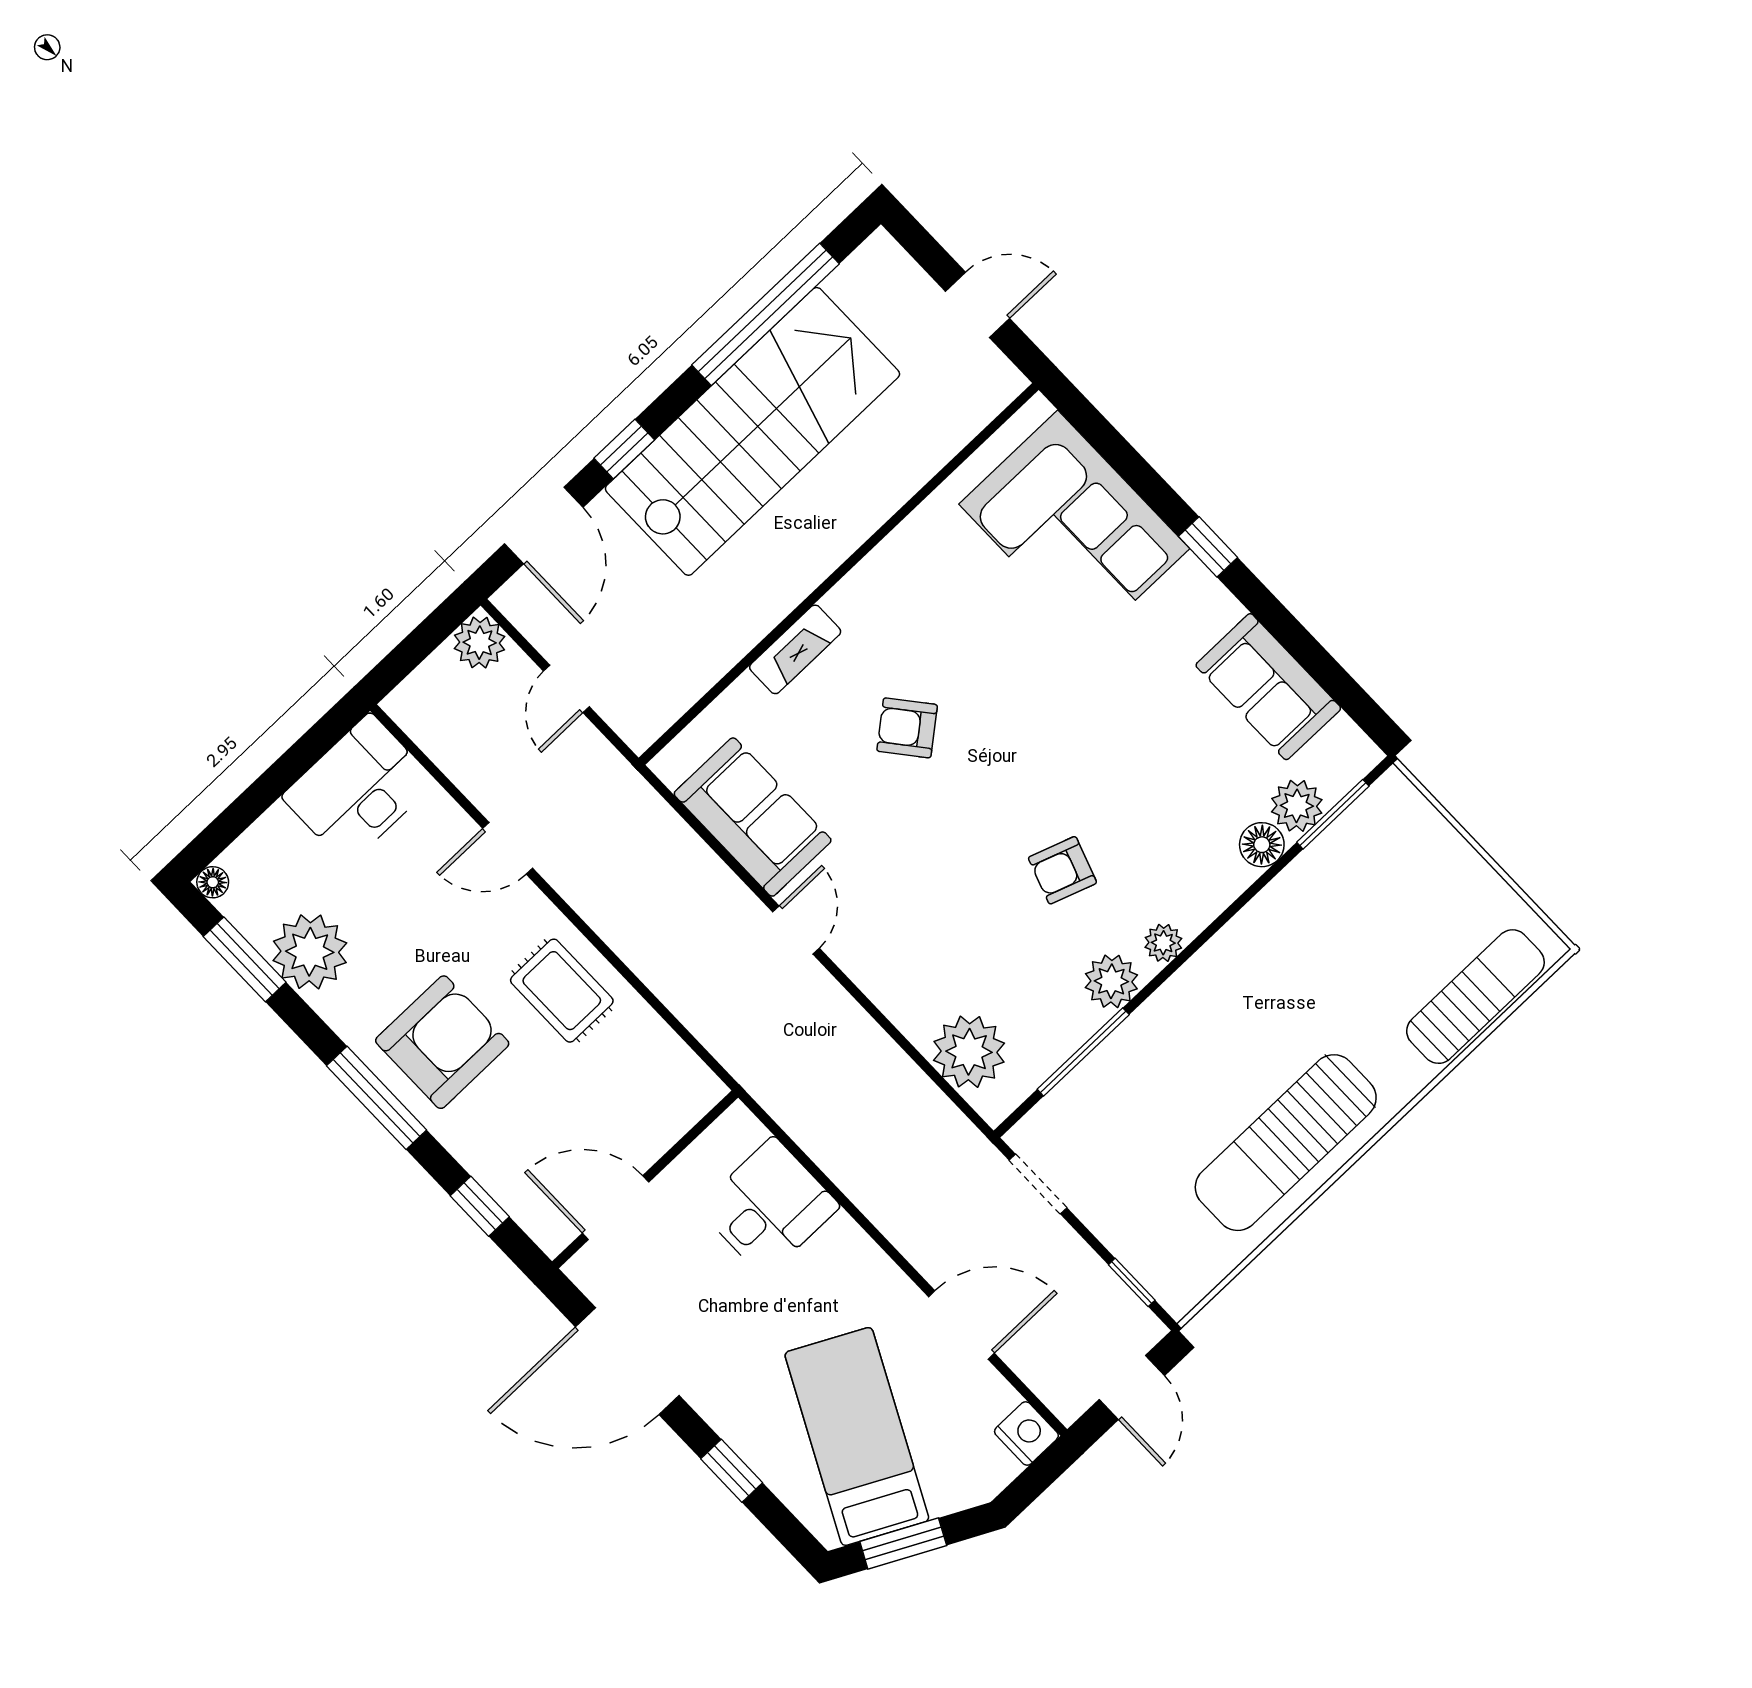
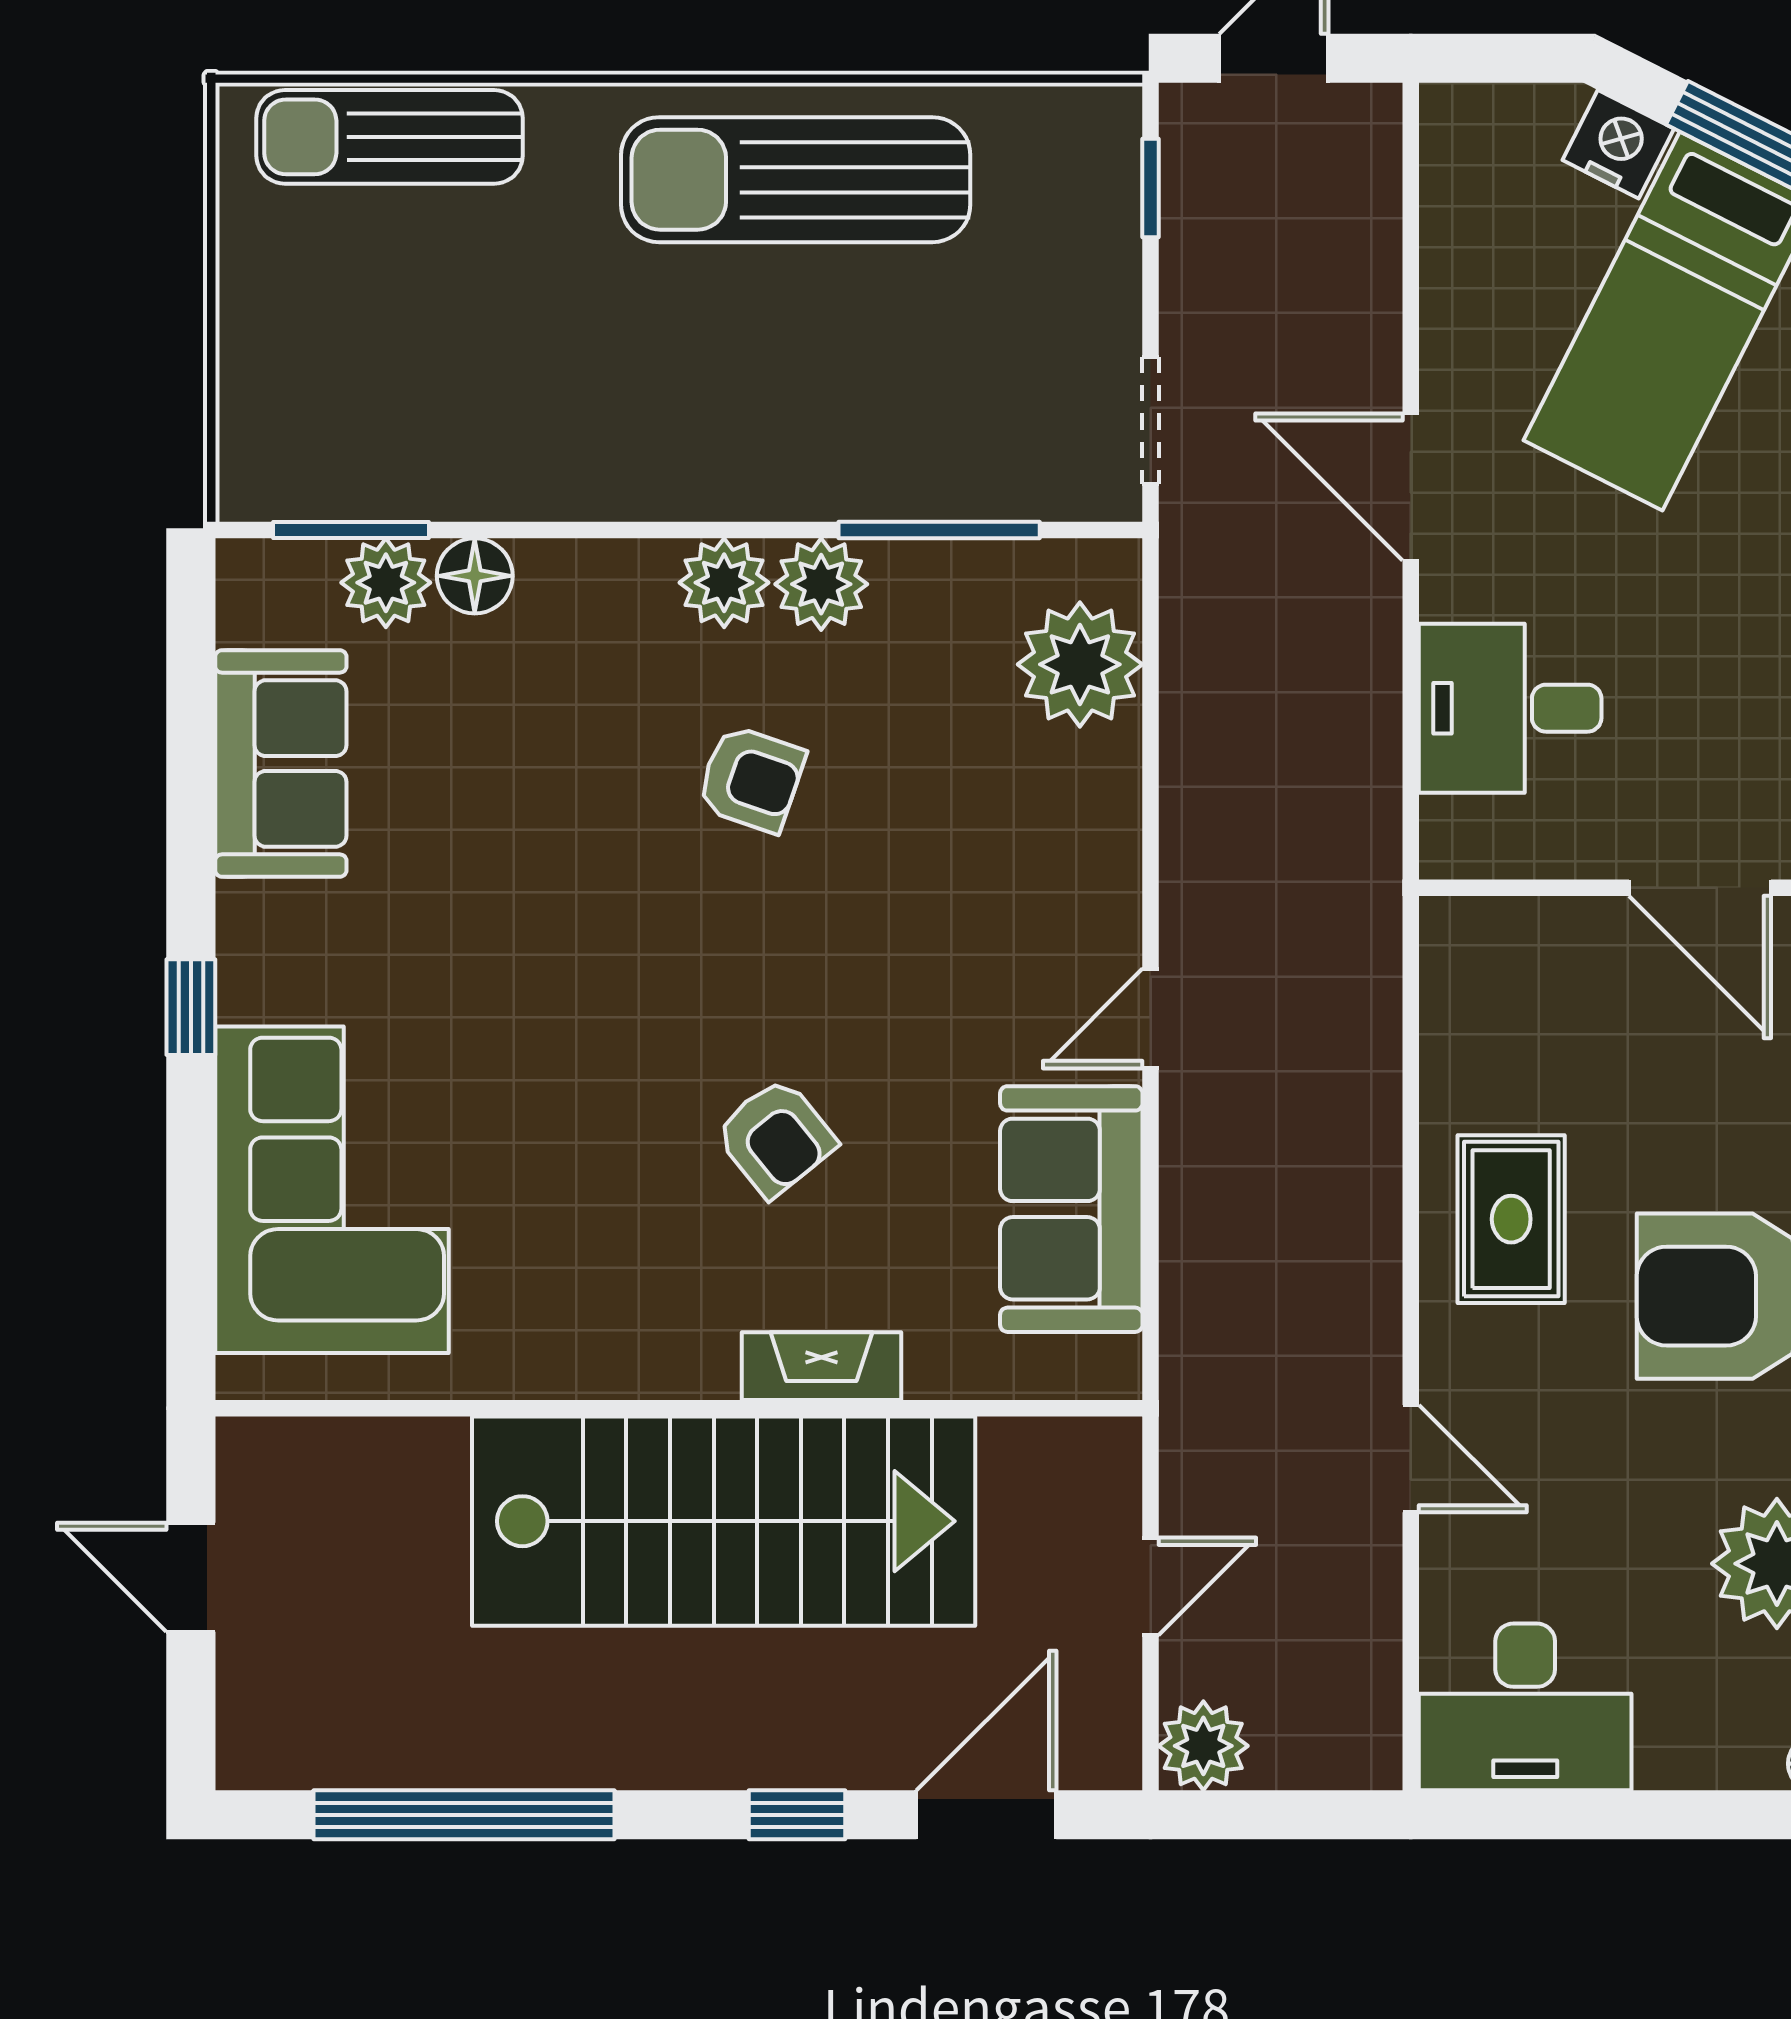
stairs: (752, 431) -> (724, 1521), moved, turned 180
plant: (1163, 943) -> (724, 583), width x1.38, depth x1.38
sun lounger: (1286, 1143) -> (796, 180), turned 180
door: (961, 1325) -> (1411, 487), moved
nightstand: (1026, 1433) -> (1618, 144), moved, turned 117

